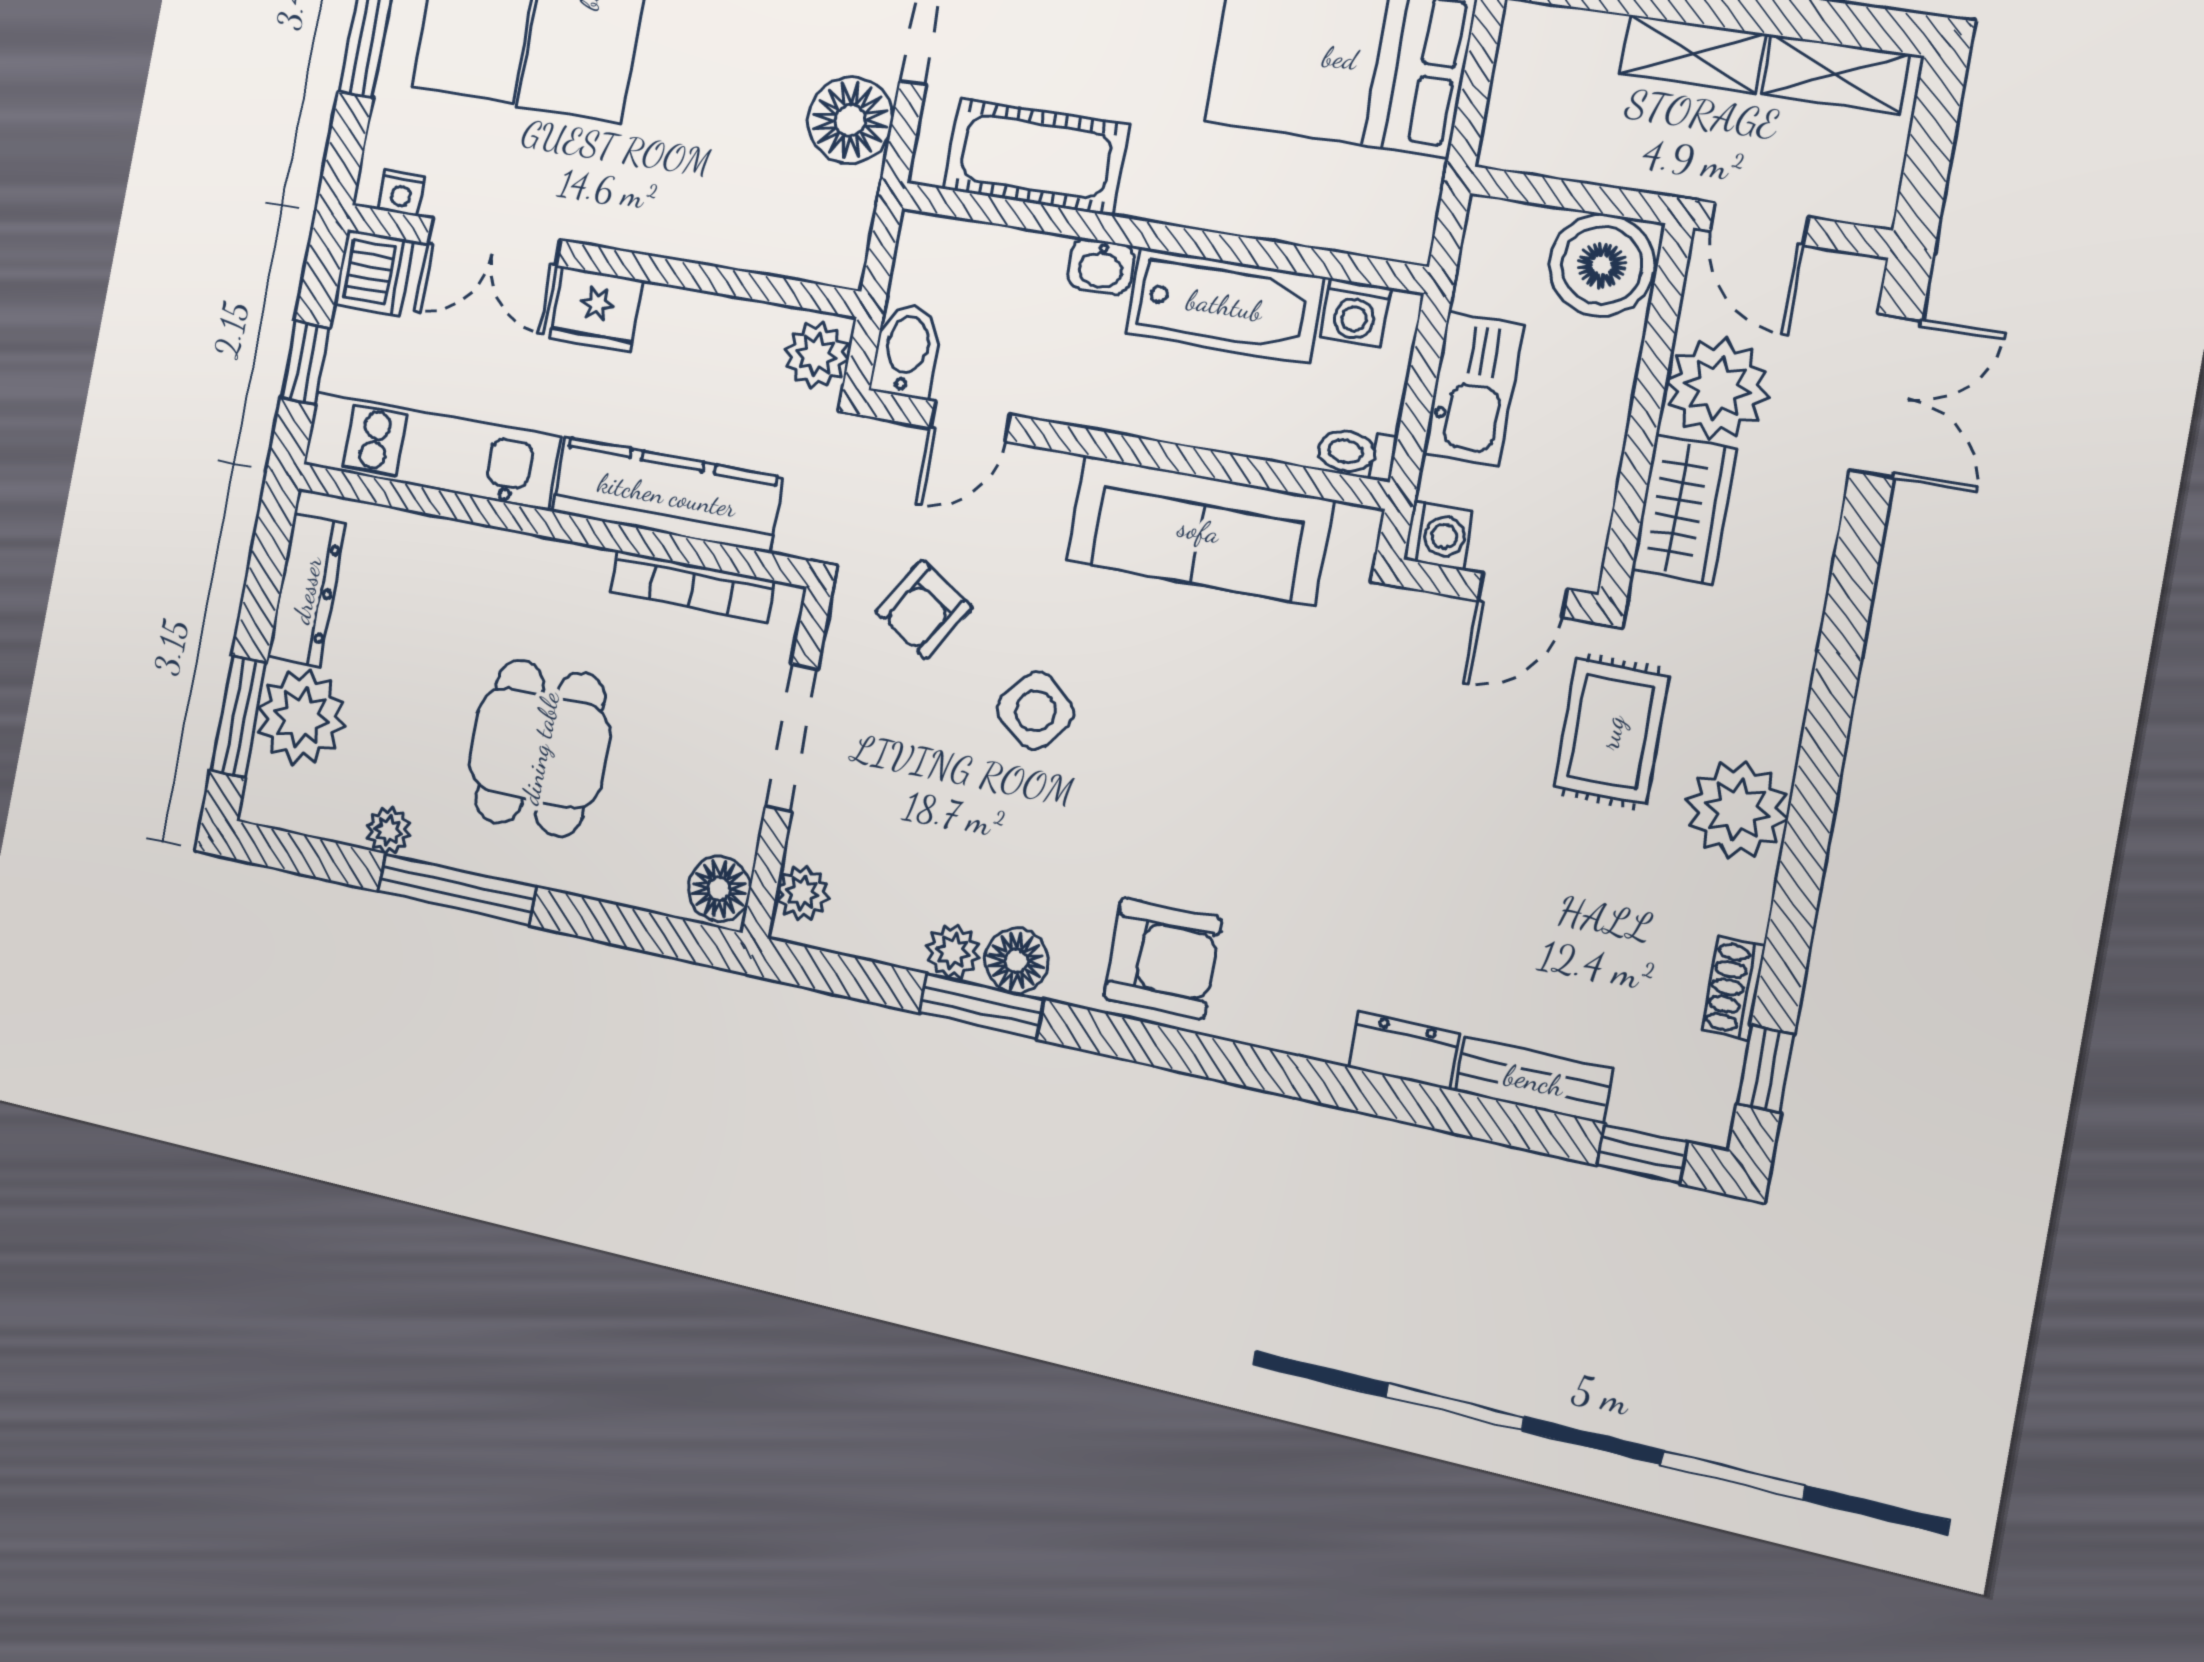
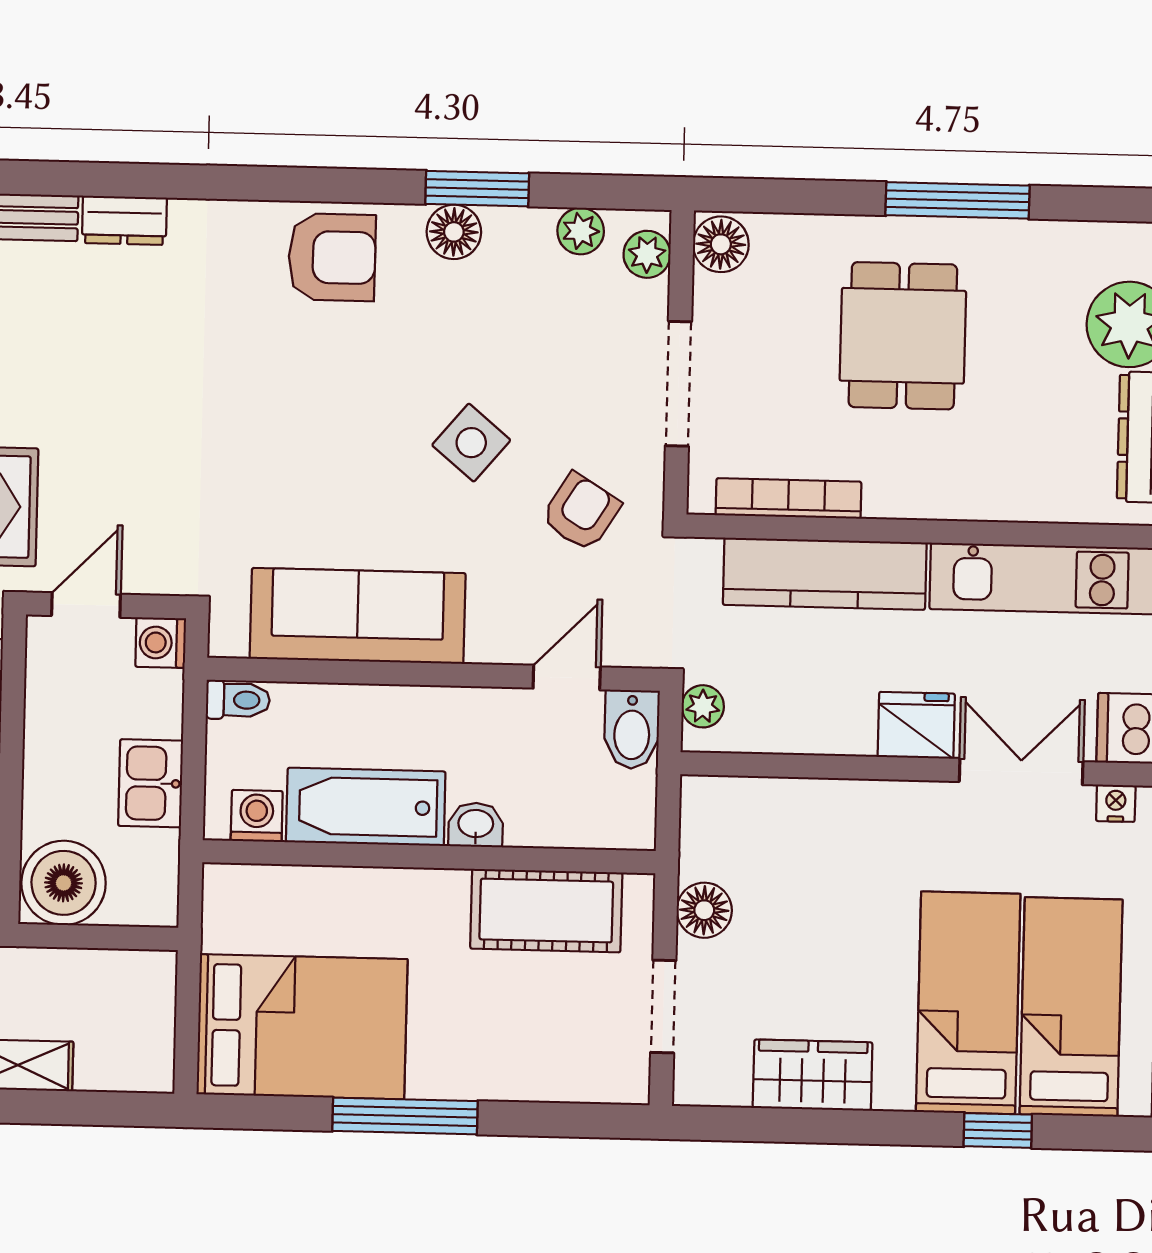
floor lamp: (850, 120) -> (704, 910), width x0.73, depth x0.73
plant: (817, 355) -> (703, 706), width x0.73, depth x0.73
kitchen sink: (1473, 389) -> (151, 783), width x0.73
plant: (389, 831) -> (1030, 240), removed
plant: (953, 952) -> (581, 231), moved
armchair: (1163, 958) -> (332, 257), turned 180

